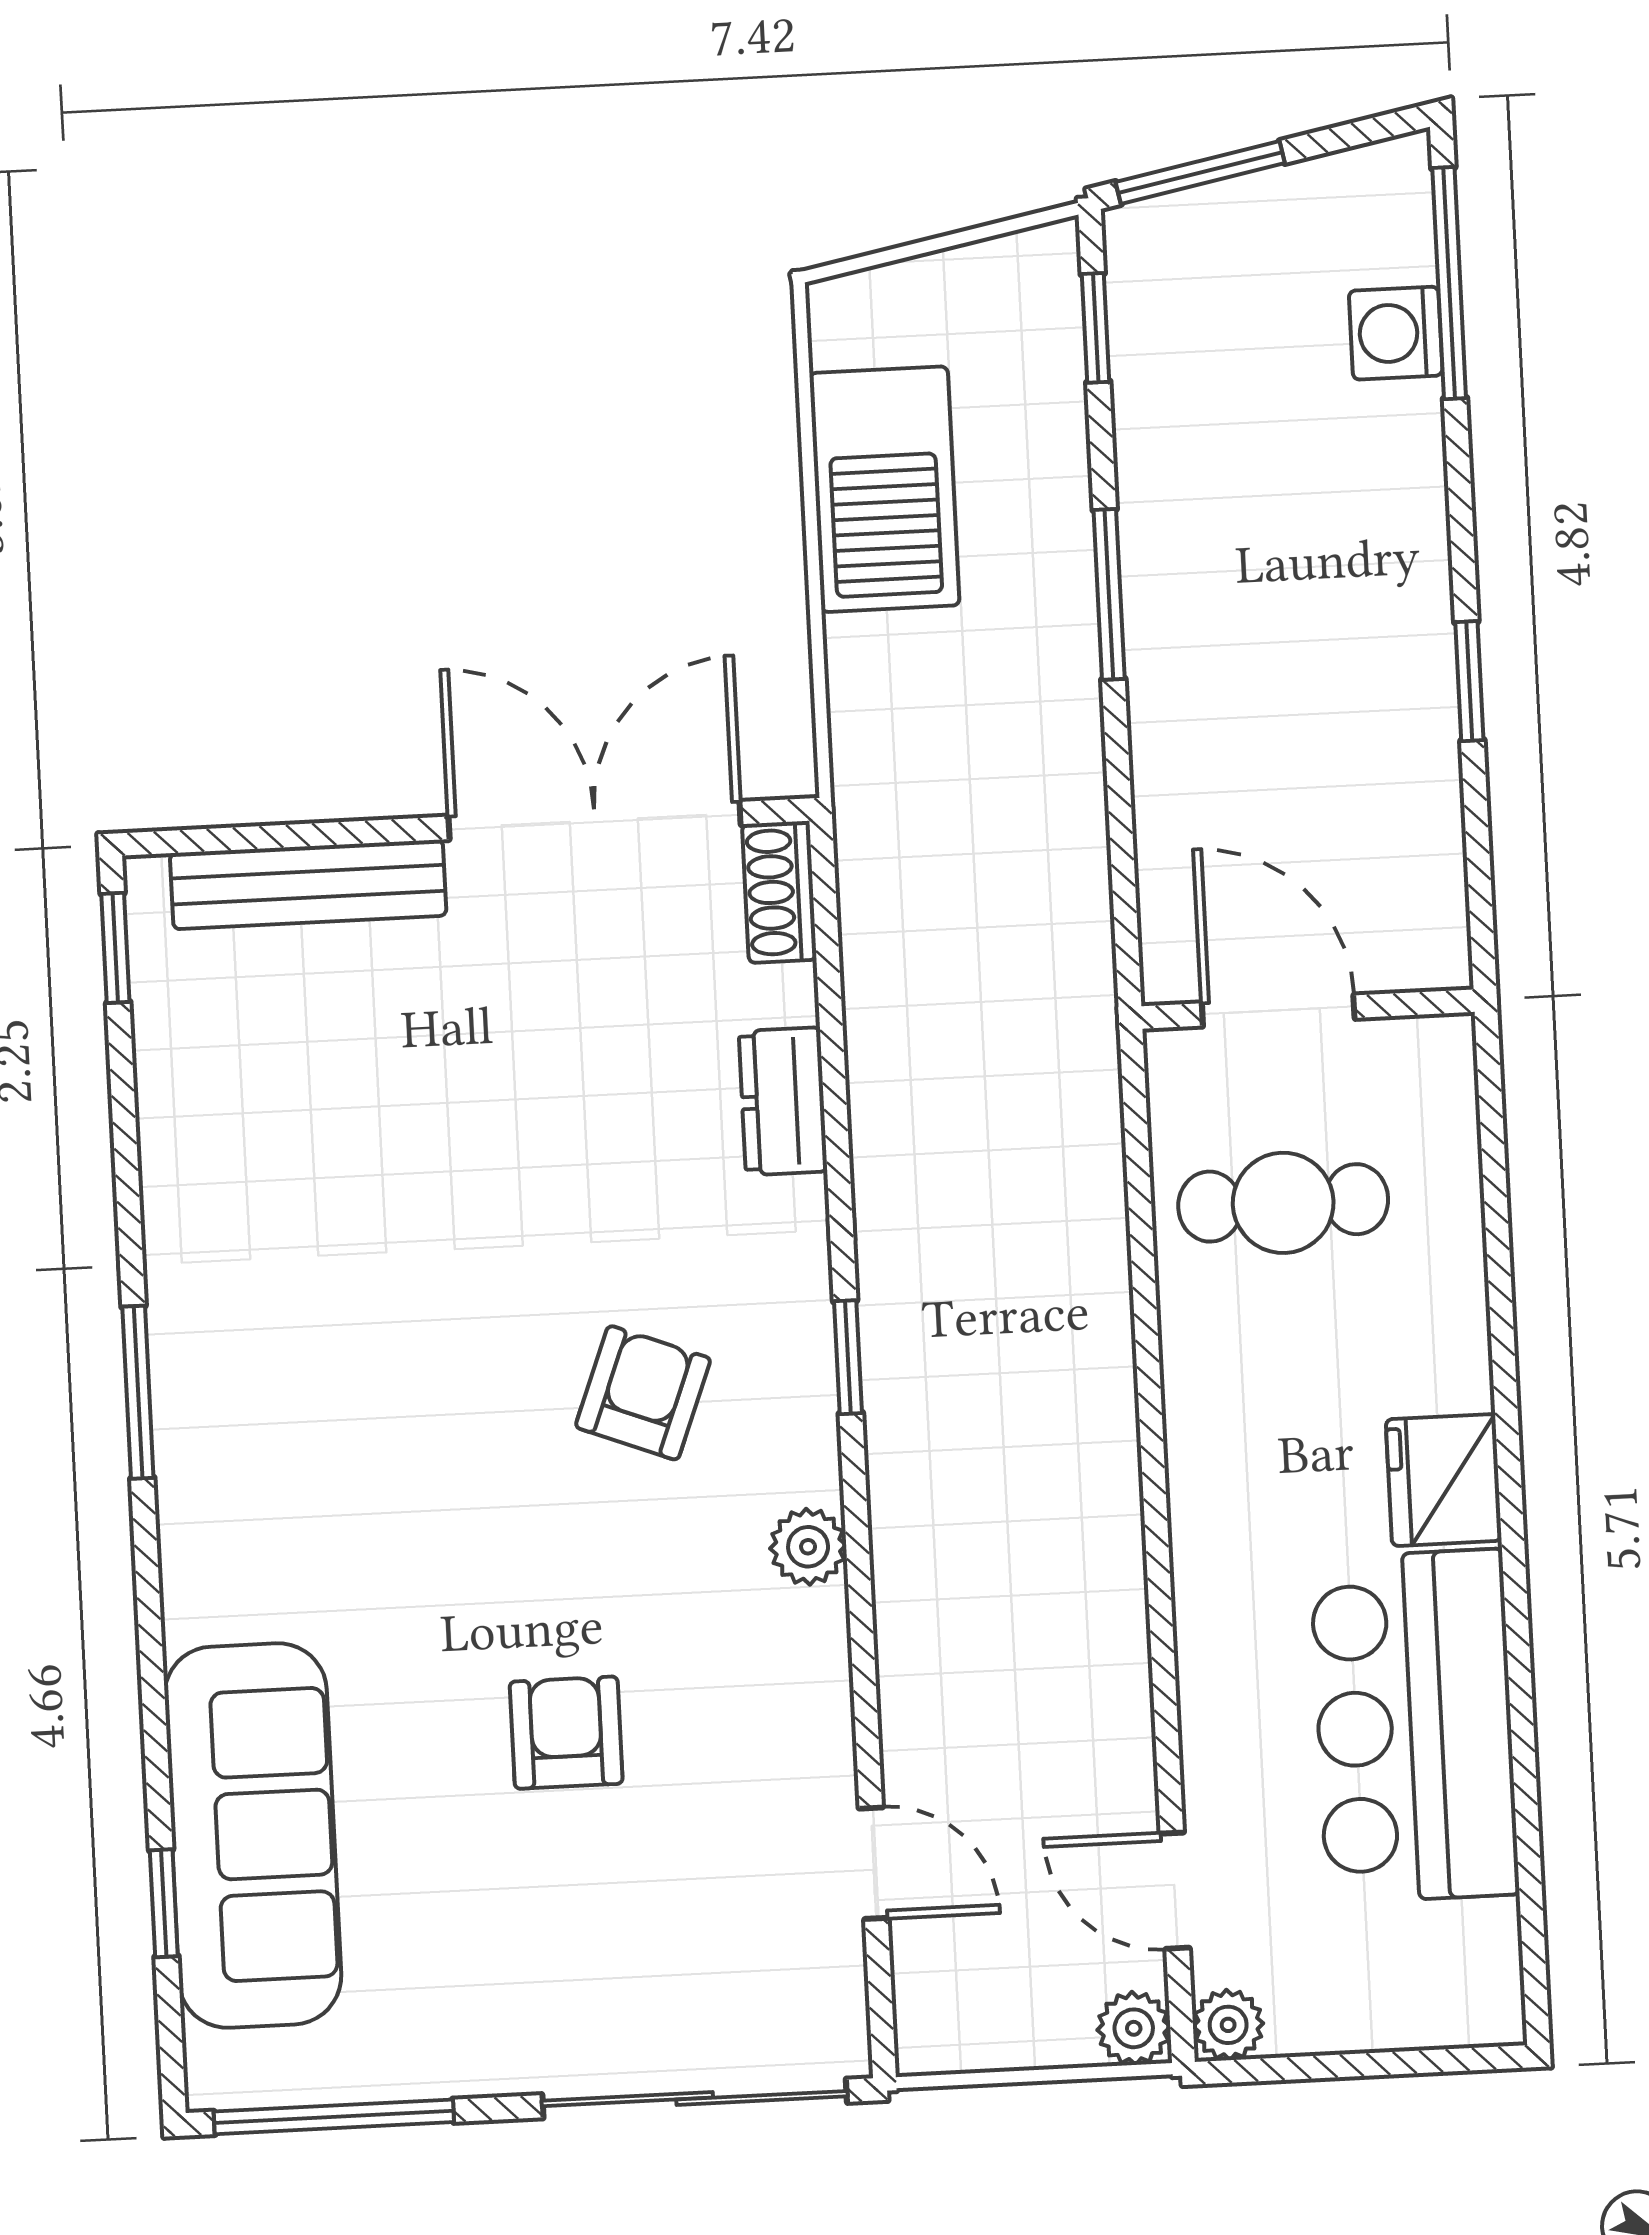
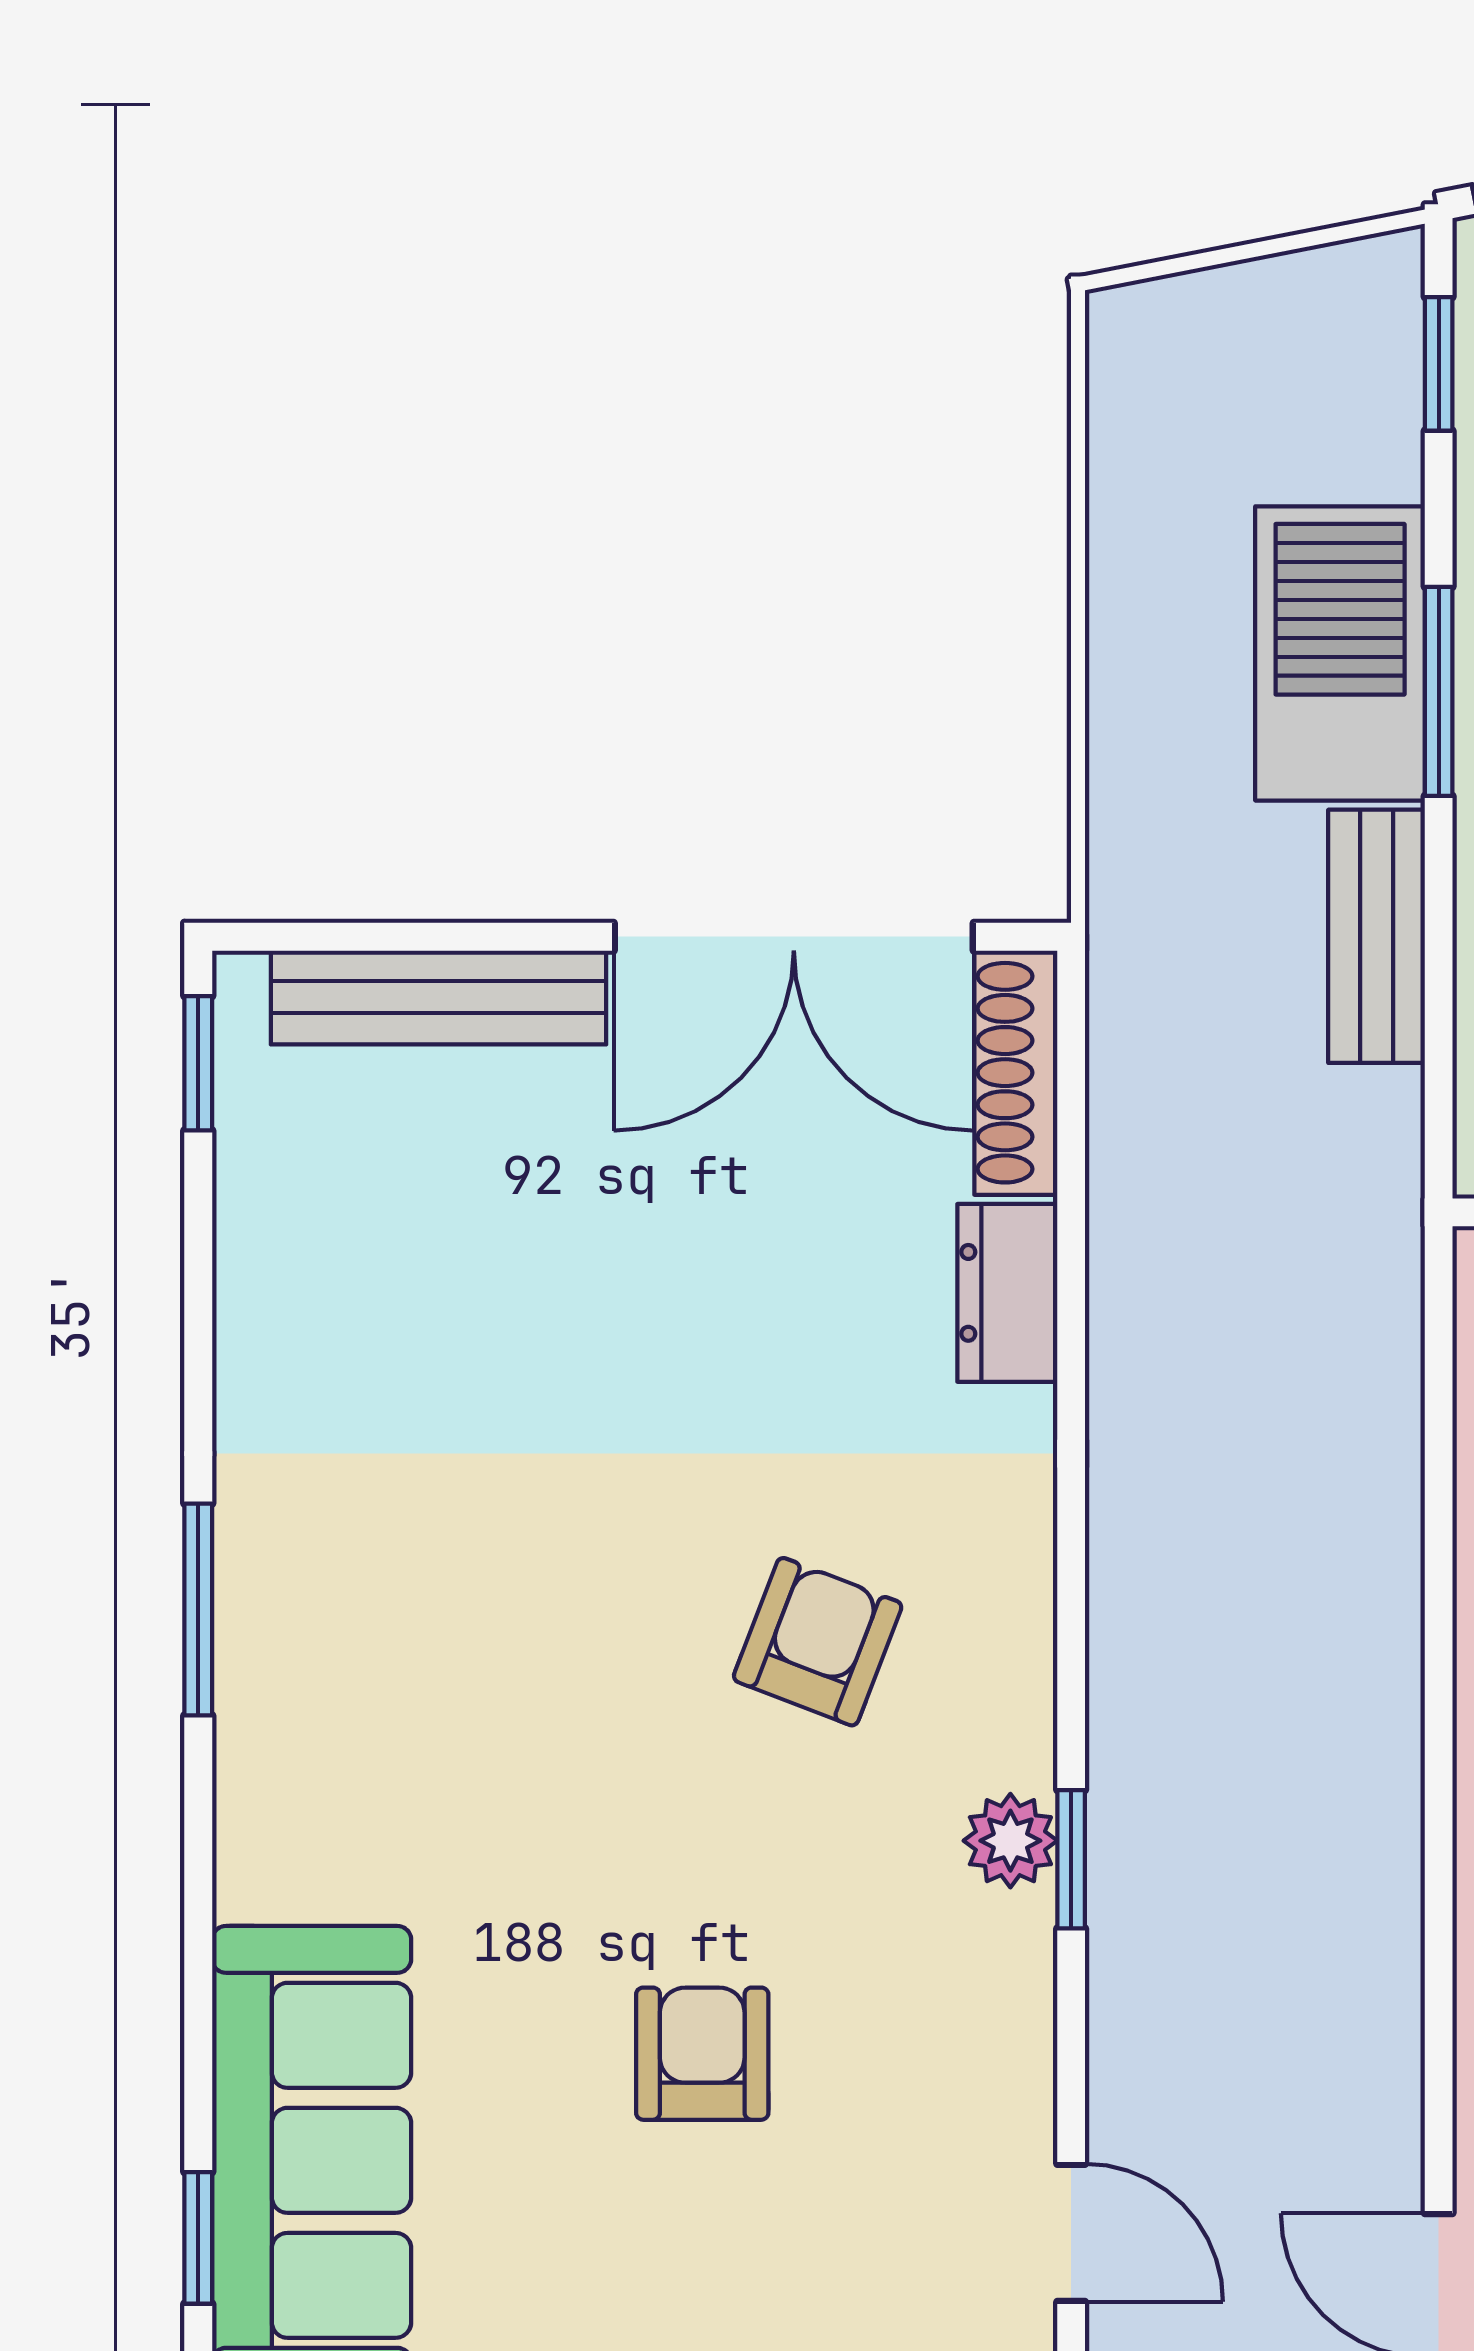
barbecue: (884, 489) -> (1340, 653), moved, turned 180
bench: (1069, 796) -> (1377, 936), added
double door: (595, 820) -> (794, 937), swing flipped
shoe rack: (779, 892) -> (1016, 1073), width x1.43
window: (848, 1357) -> (1071, 1859), moved

